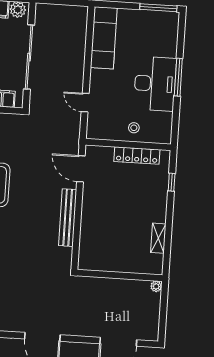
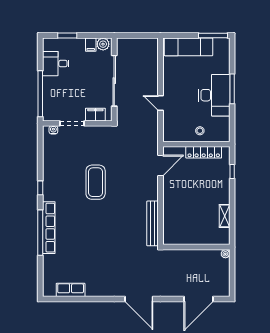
exam couch: (104, 38) -> (189, 47), moved, turned 90
door: (85, 103) -> (160, 103), moved
door: (81, 169) -> (160, 166), swing flipped
bench: (68, 218) -> (153, 223), moved

